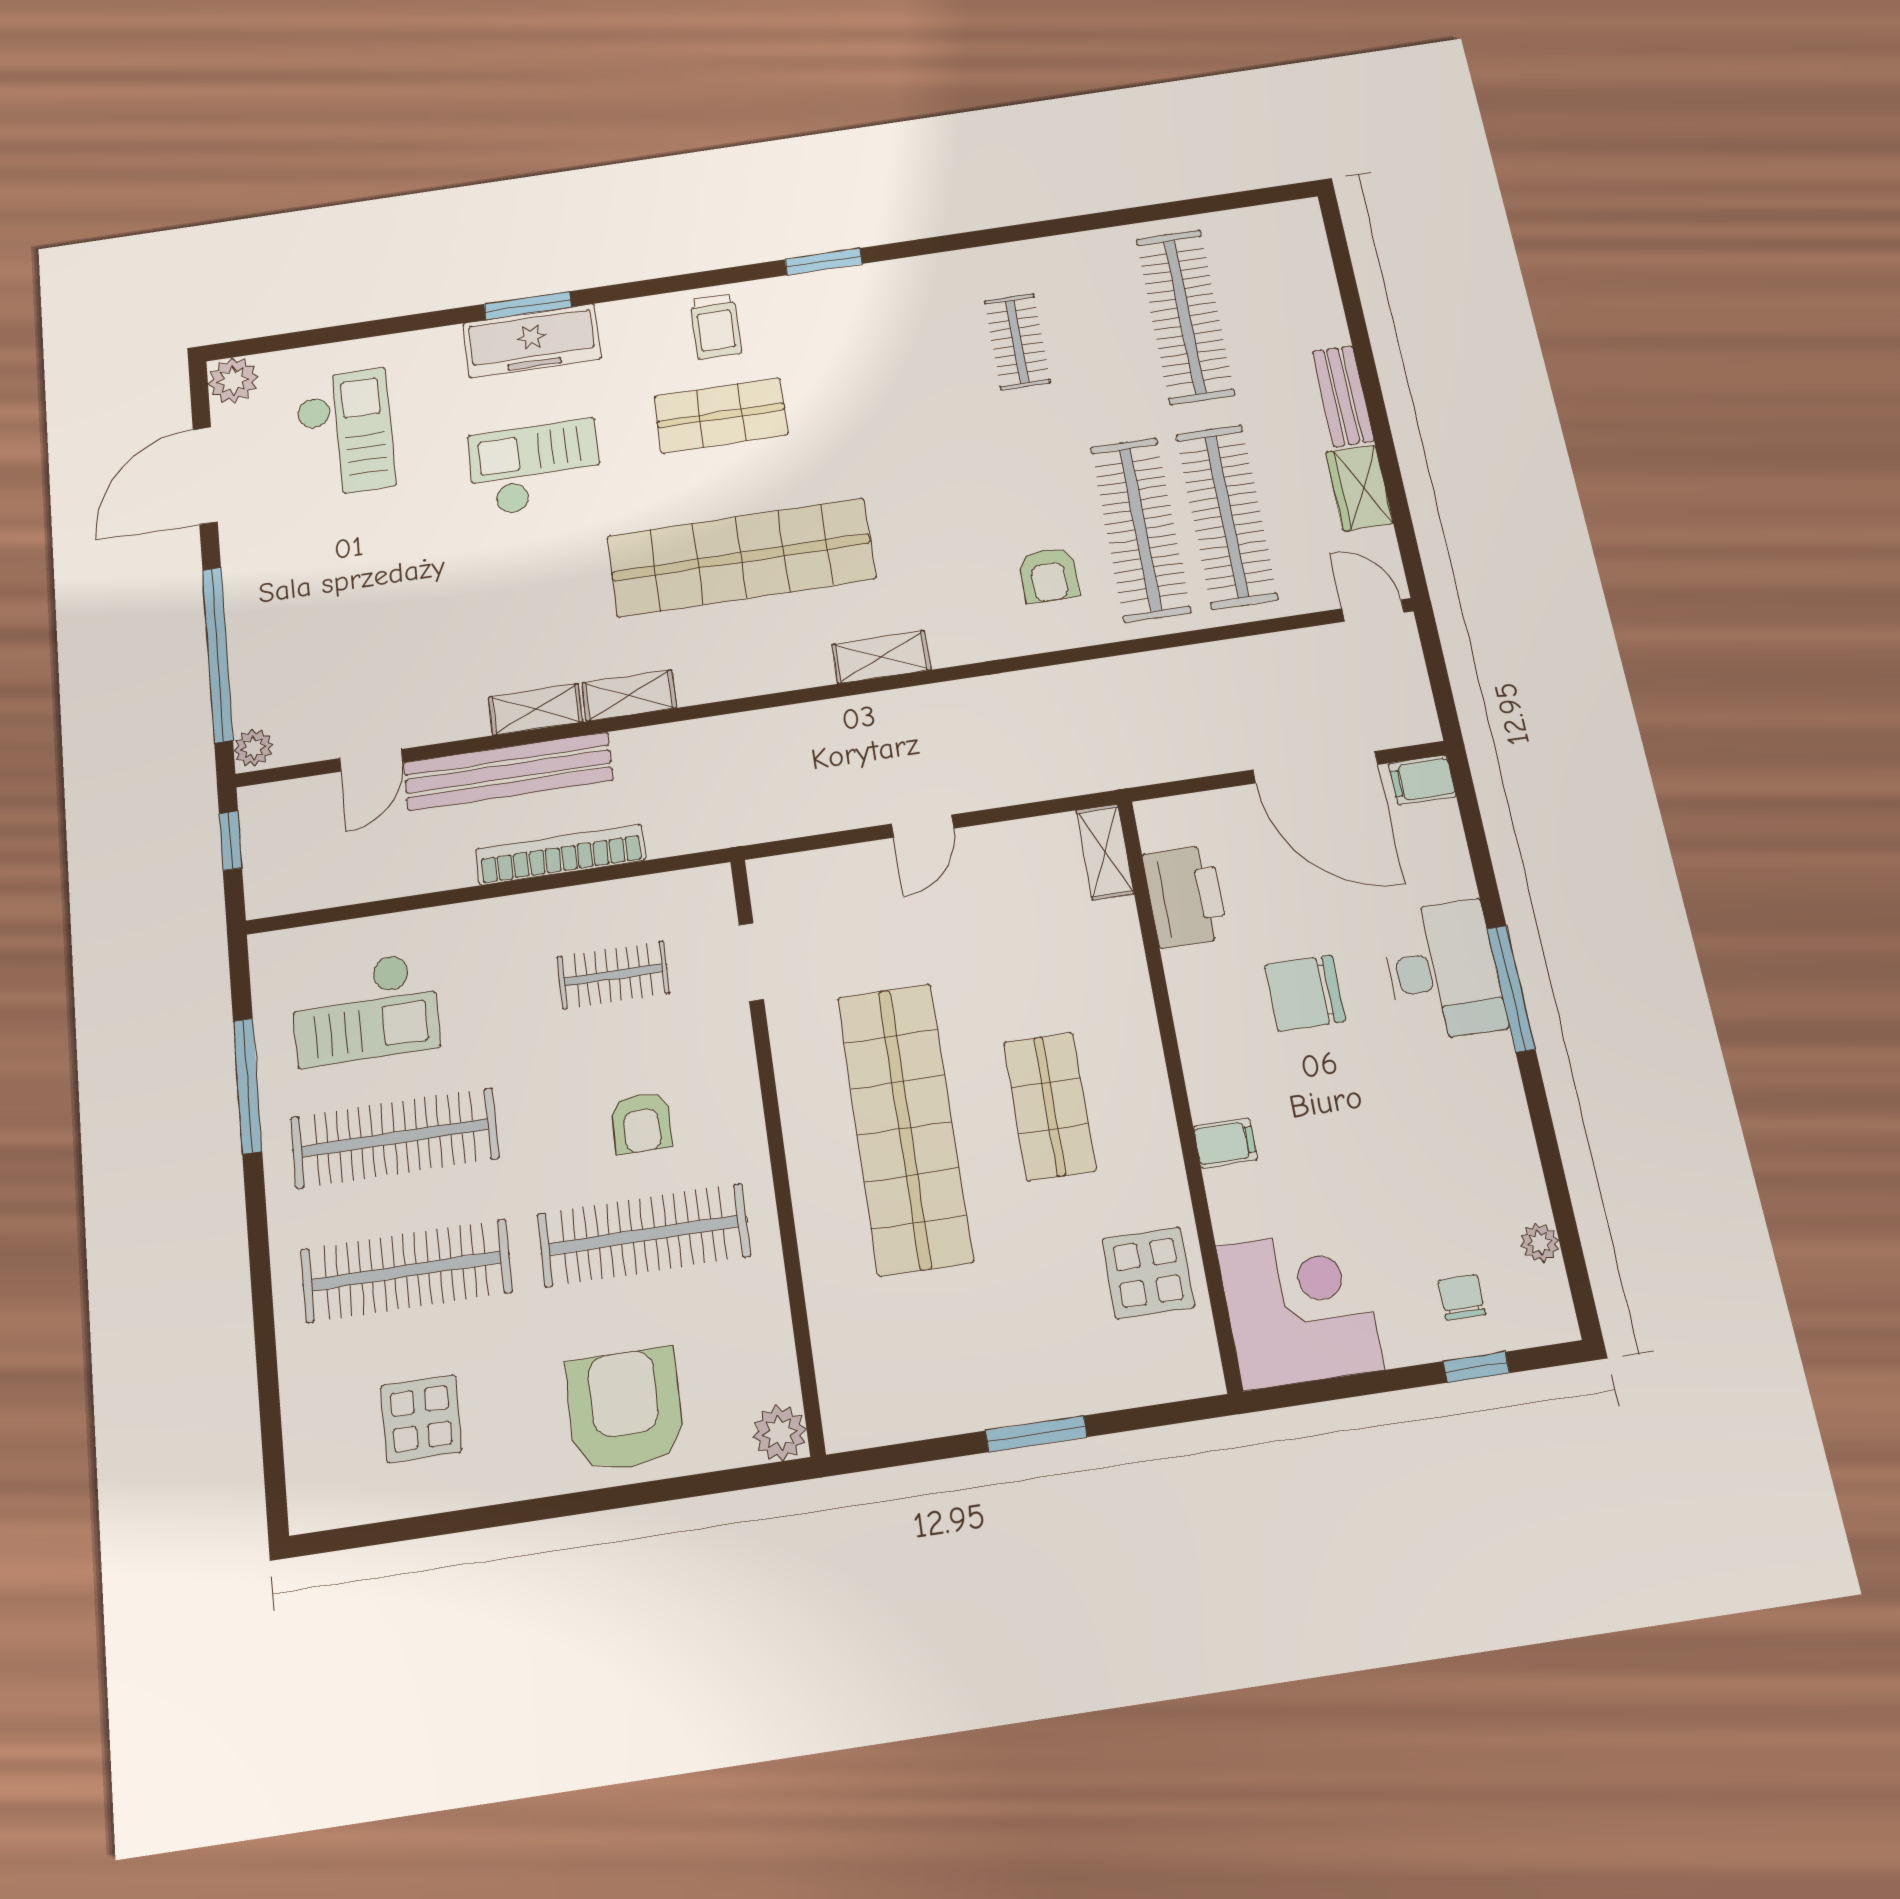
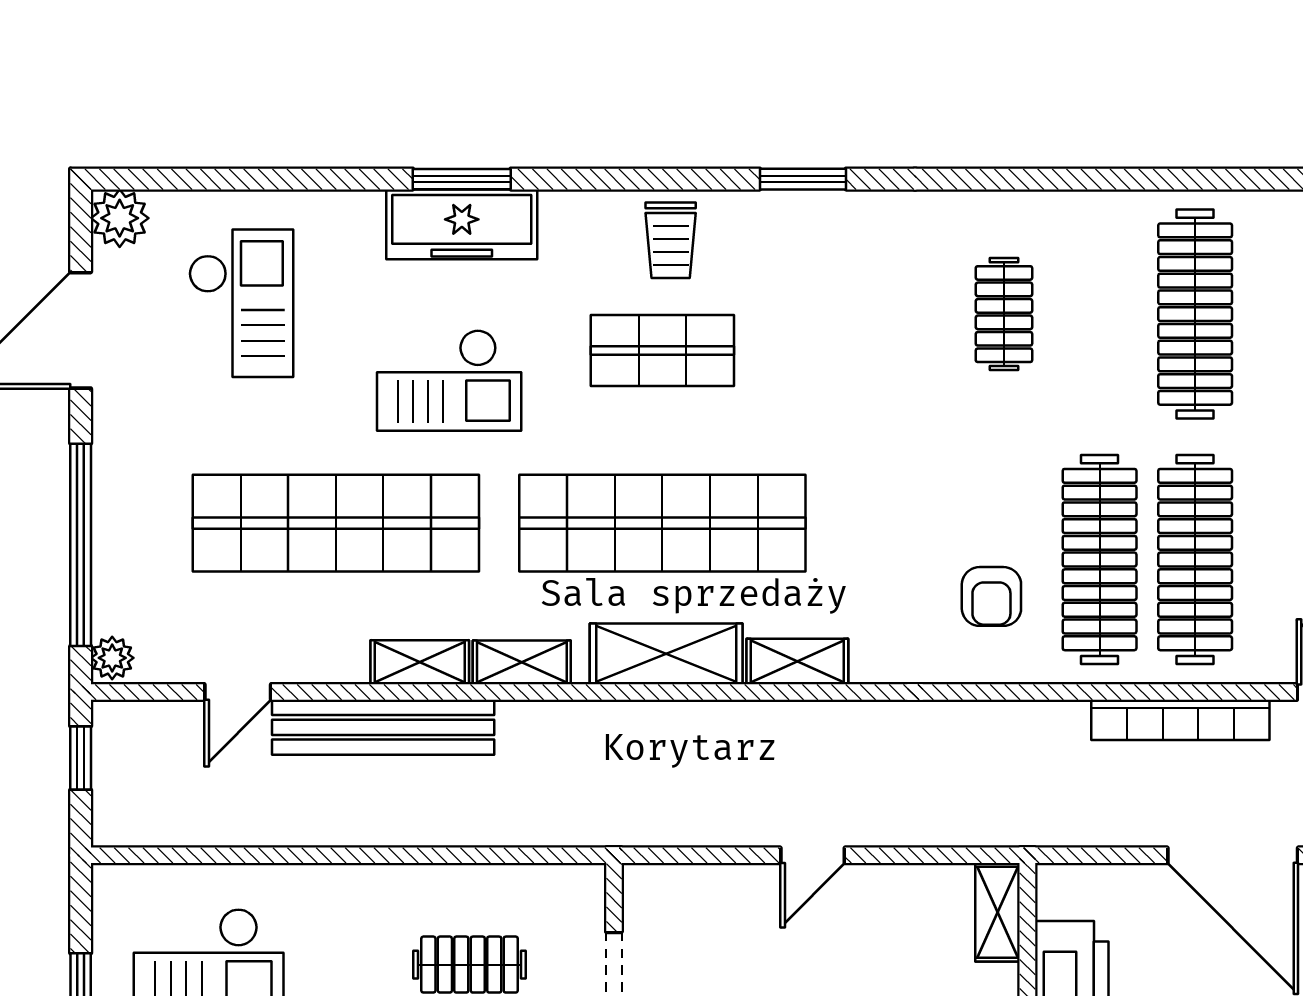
checkout: (535, 468) -> (449, 380), turned 180
shop shelf: (447, 601) -> (336, 523), added
shelving: (760, 668) -> (666, 654), added
bookcase: (561, 855) -> (1180, 720), moved, turned 180

